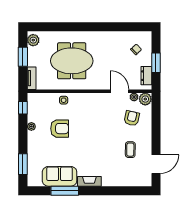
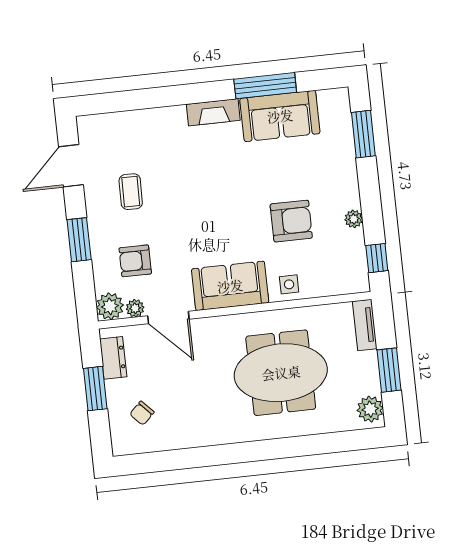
sofa: (90, 102) -> (230, 286), added
armchair: (132, 118) -> (135, 261), turned 77
armchair: (60, 129) -> (291, 221), turned 180
window: (156, 131) -> (79, 240), added

